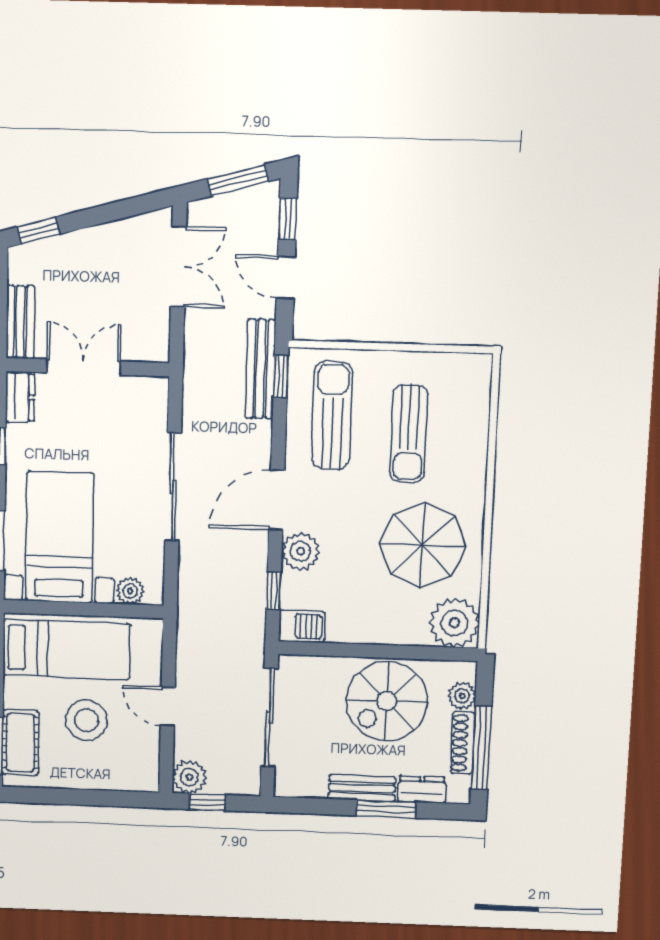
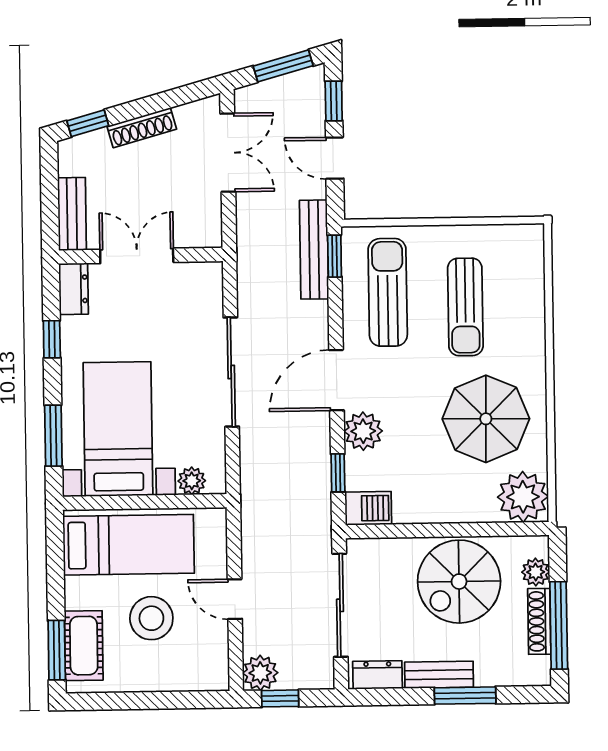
shoe rack: (93, 237) -> (142, 128), added
dresser: (422, 790) -> (377, 675), moved

